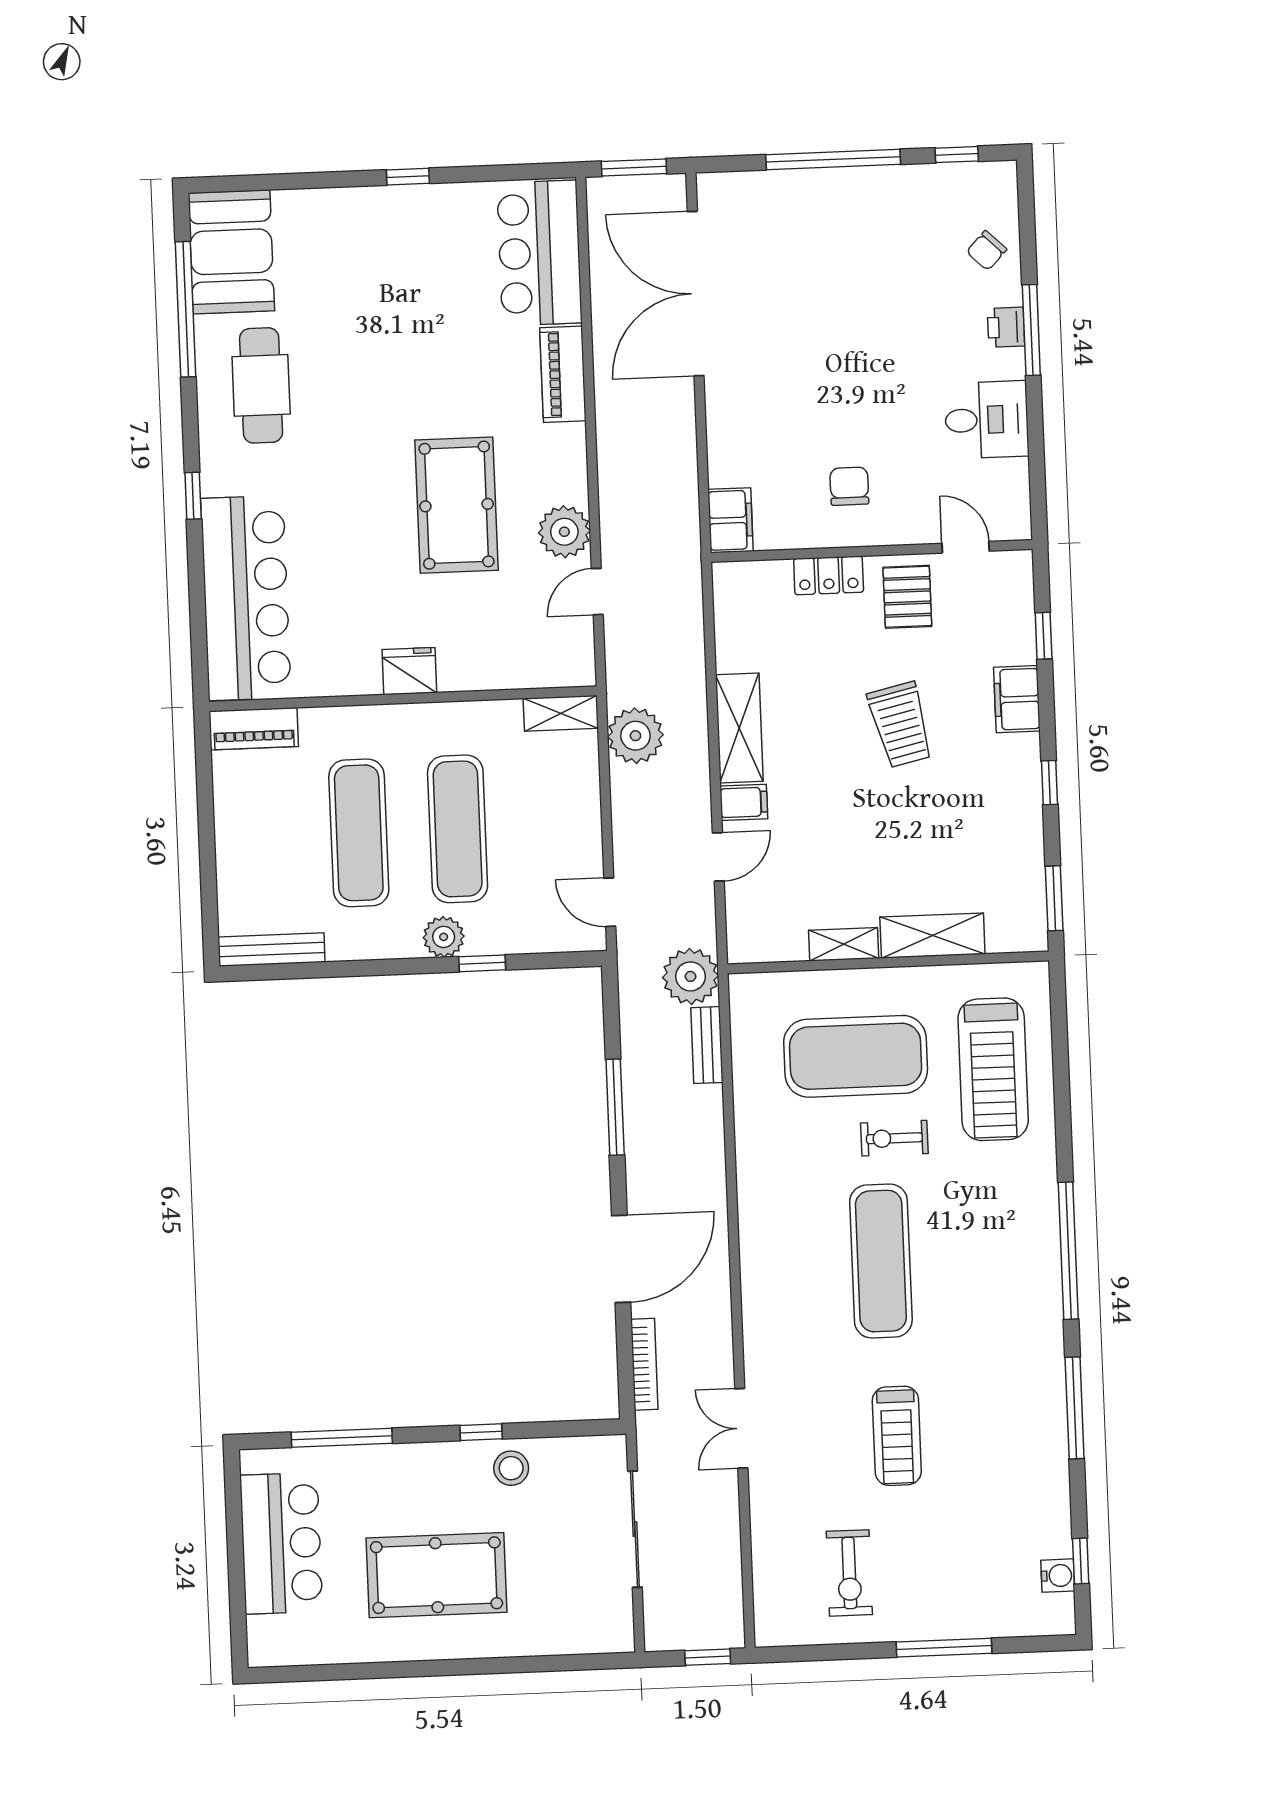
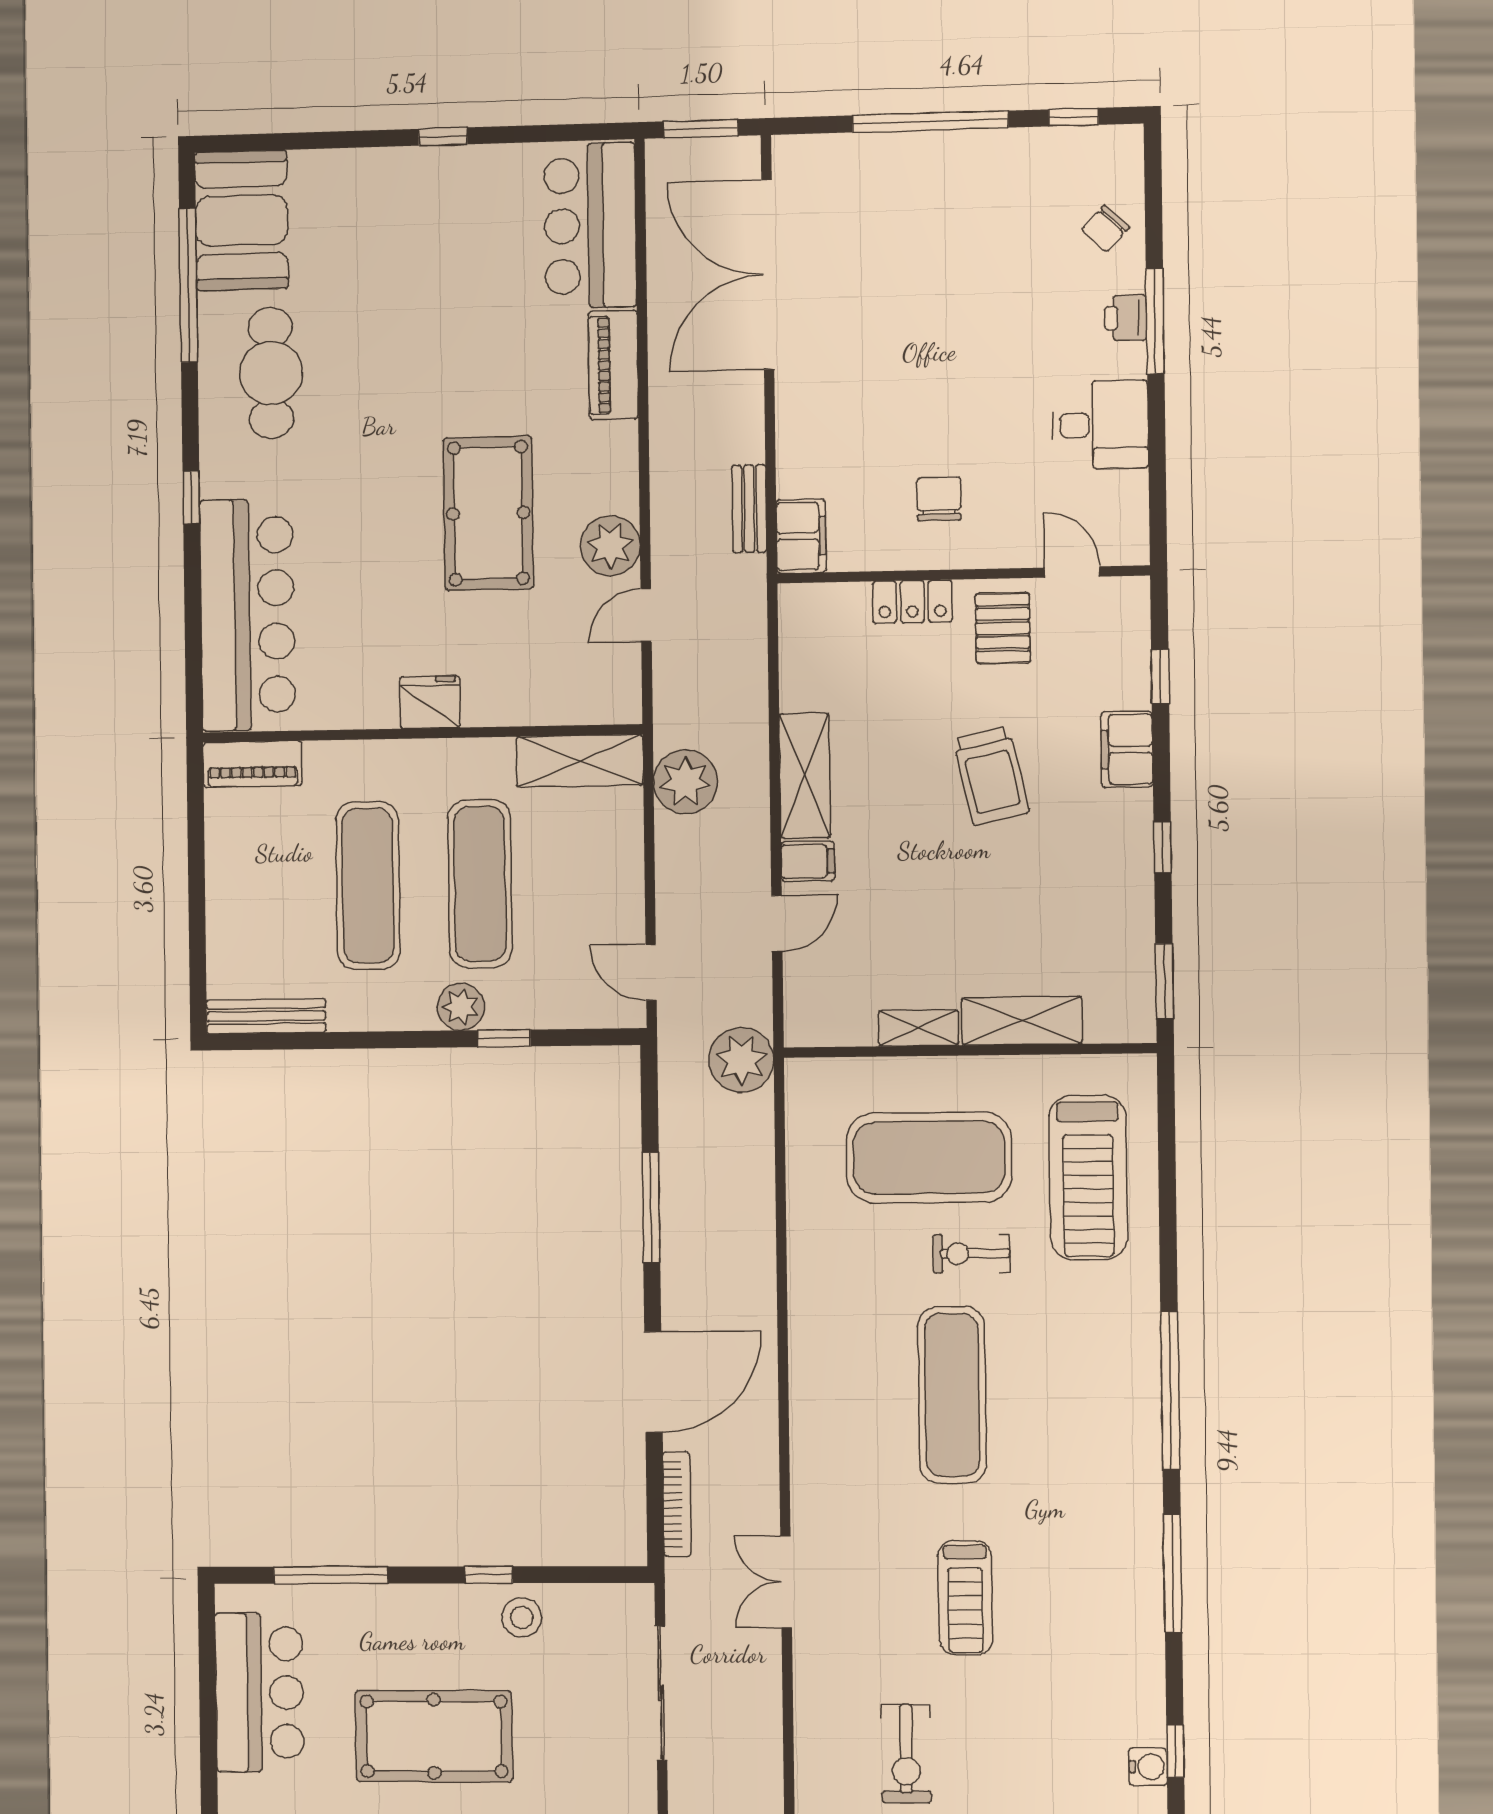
shelving: (561, 713) -> (580, 761), width x1.50, depth x1.33
bench: (707, 1045) -> (749, 509), moved

